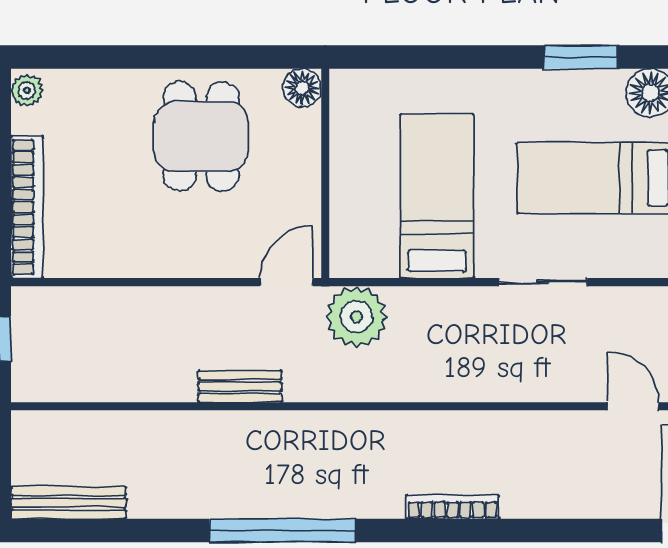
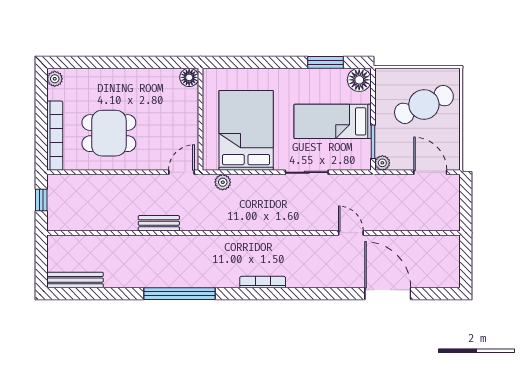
dining table: (201, 136) -> (109, 133), moved, turned 90
bed: (437, 196) -> (246, 130), width x1.50
plant: (356, 317) -> (223, 182), width x0.53, depth x0.53

